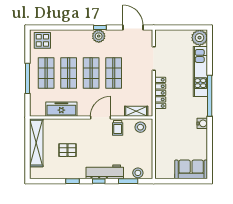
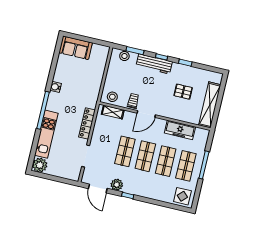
plant: (99, 36) -> (117, 185), moved

